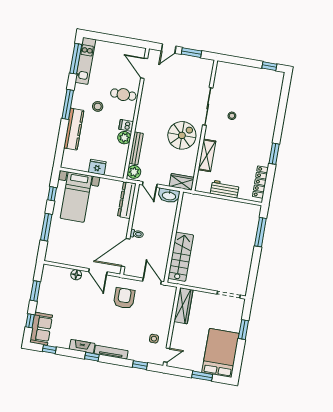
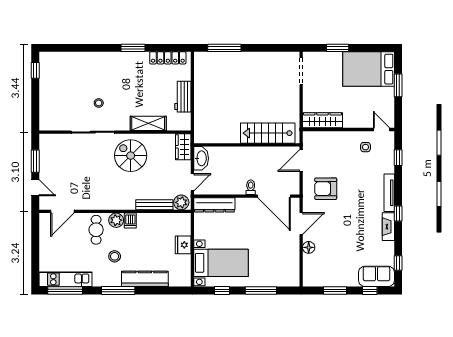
plant: (124, 138) -> (116, 220), moved

